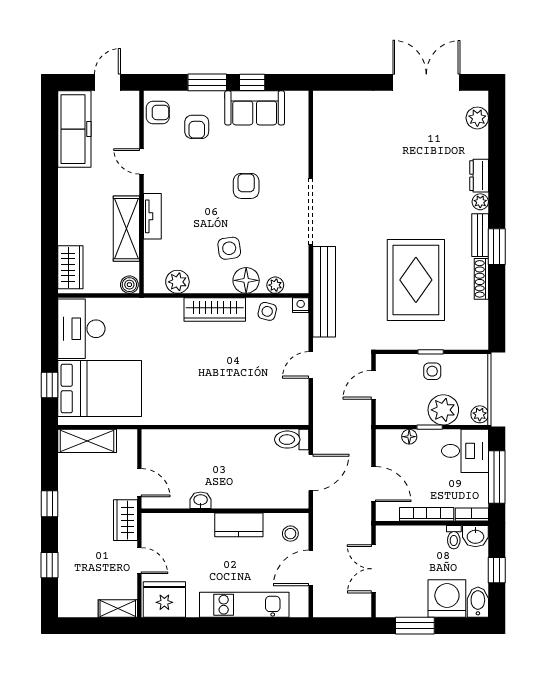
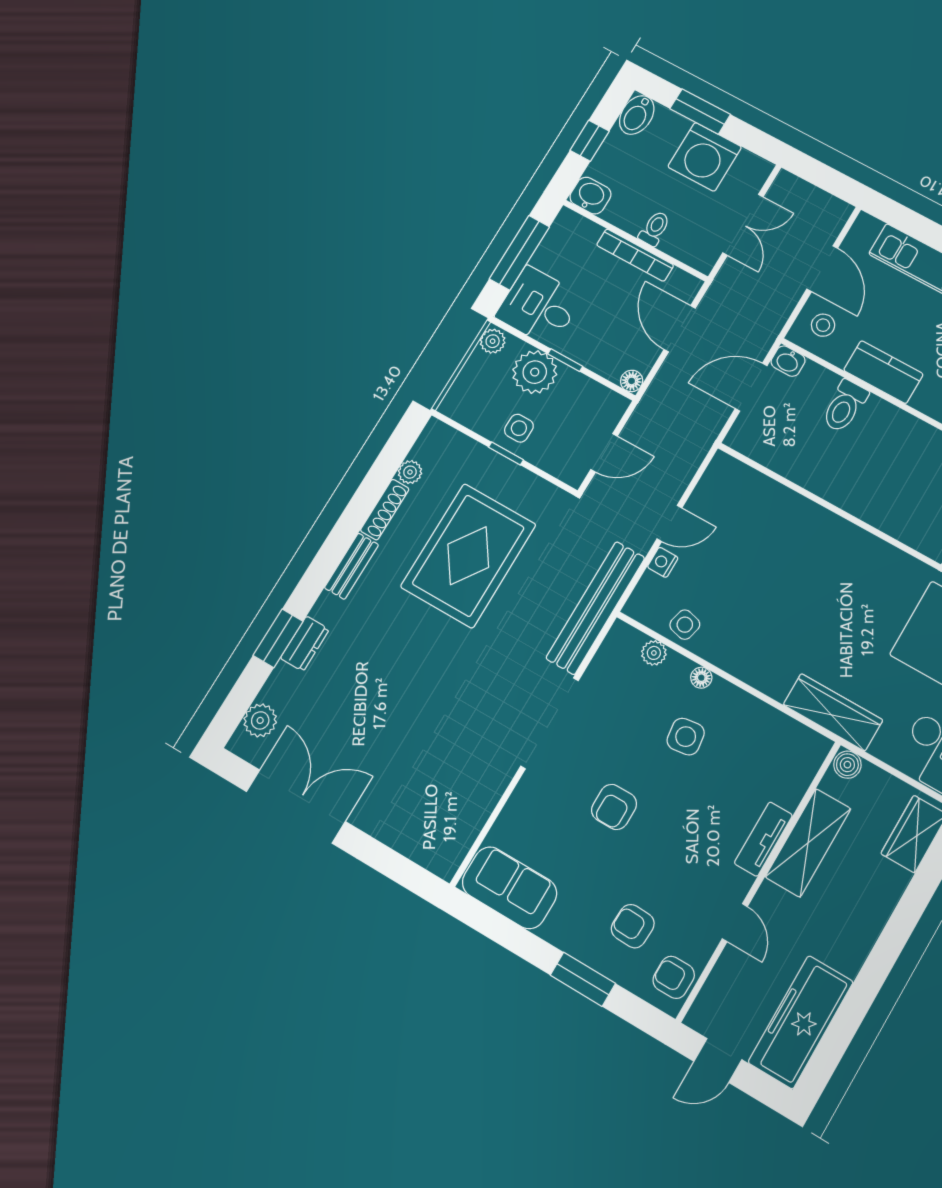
window: (252, 82) -> (523, 943), removed
double door: (426, 82) -> (296, 806), swing flipped
sofa: (255, 108) -> (509, 888), moved
armchair: (197, 127) -> (633, 926), turned -88
plant: (480, 202) -> (410, 472), moved
window: (497, 247) -> (278, 638), moved
floor lamp: (246, 280) -> (701, 678), width x0.53, depth x0.53
plant: (177, 282) -> (781, 732), removed
nightstand: (301, 305) -> (663, 562), moved, turned 90
wardrobe: (215, 309) -> (833, 712), moved
floor lamp: (409, 437) -> (632, 381), moved
toilet: (292, 440) -> (845, 406), moved, turned 90
washbasin: (201, 500) -> (788, 361), moved
bookcase: (472, 515) -> (579, 224), removed
toilet: (454, 537) -> (655, 228), moved
door: (311, 568) -> (822, 269), hinge flipped
washing machine: (447, 599) -> (705, 157), moved
window: (415, 626) -> (700, 111), moved

